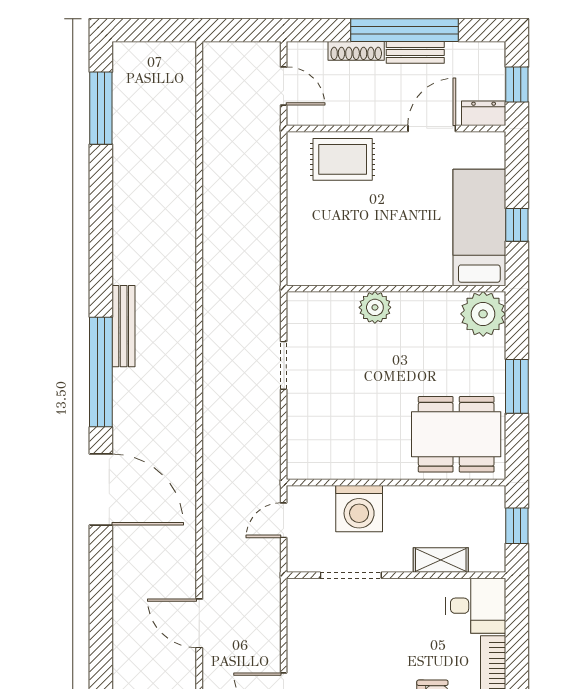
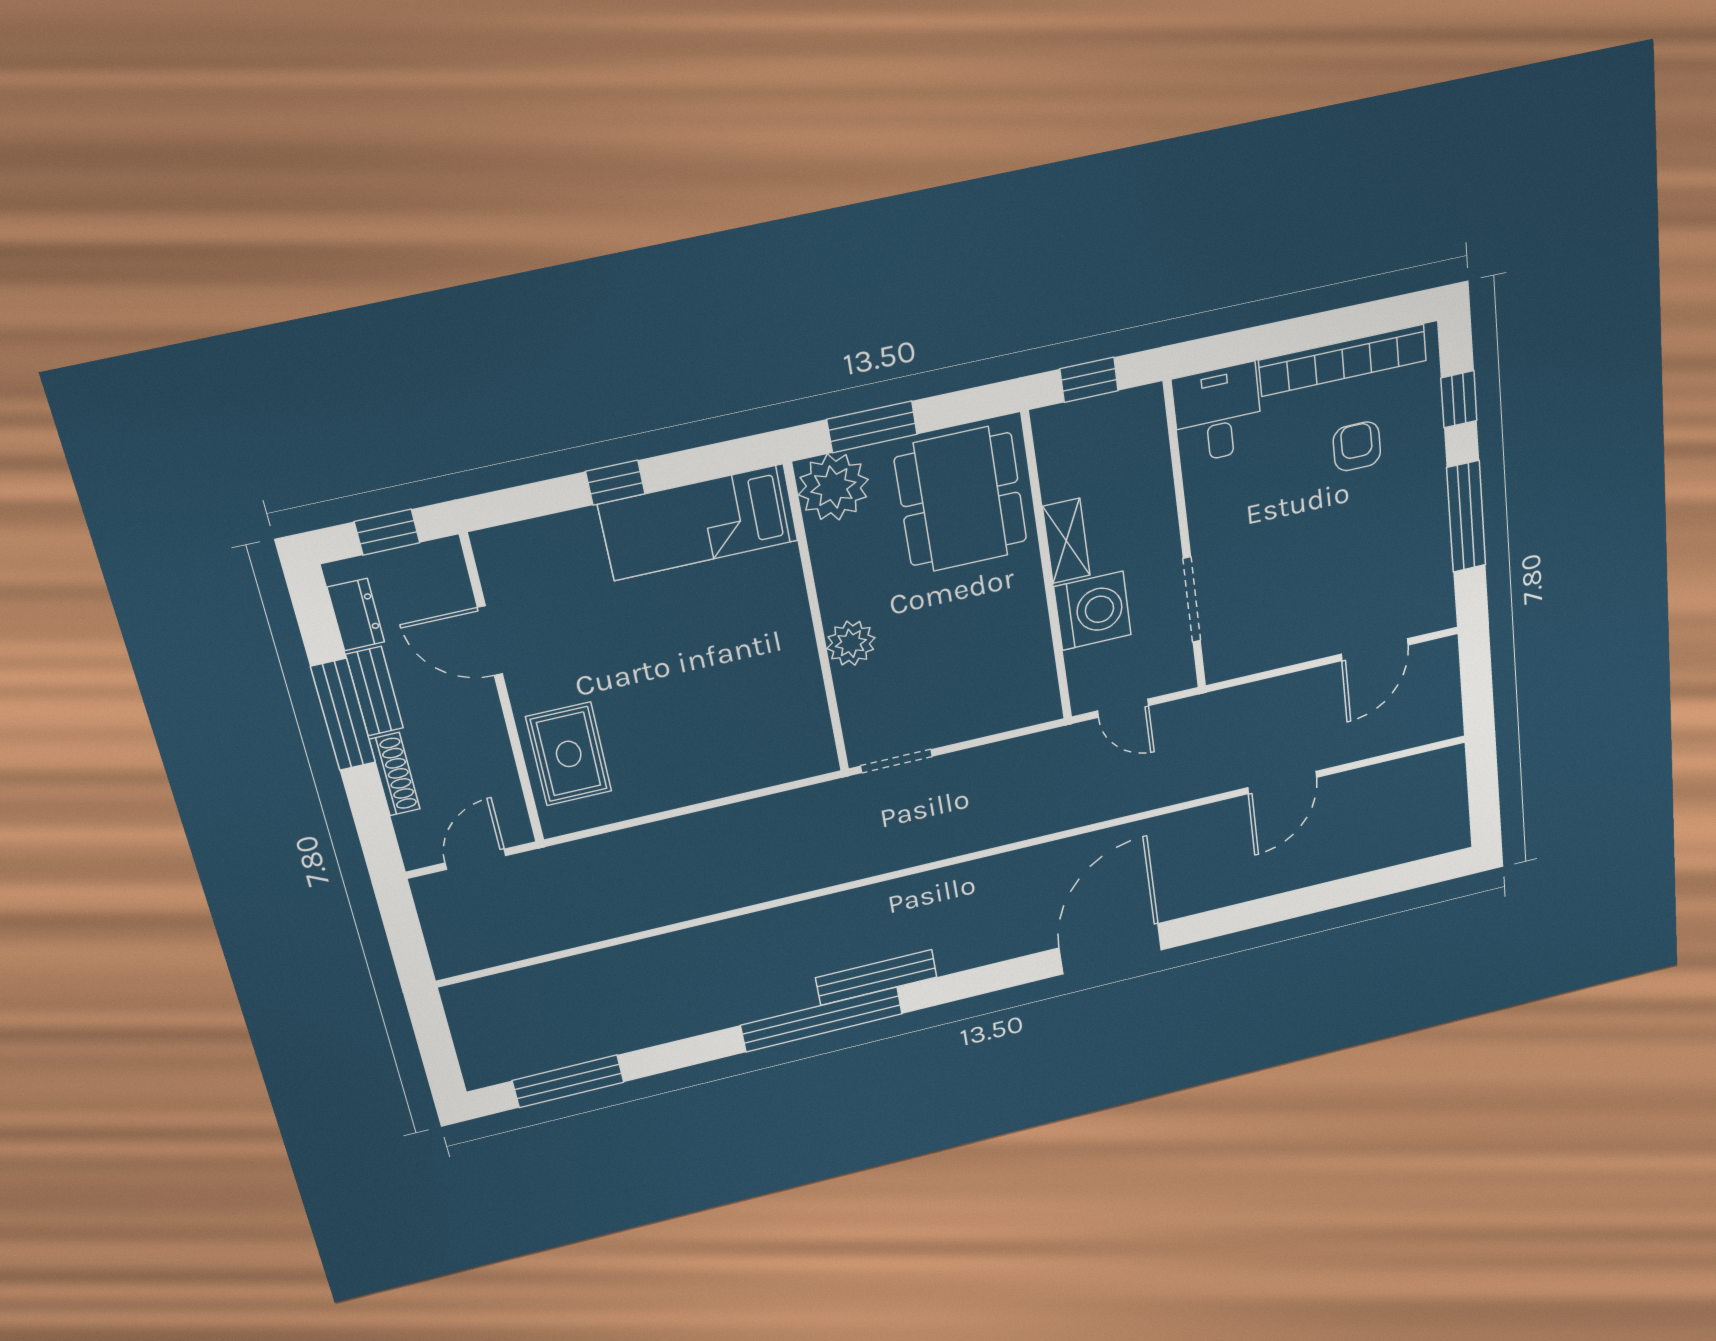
window: (404, 30) -> (343, 715), width x0.68
dresser: (484, 113) -> (356, 615), moved, turned 180
bed: (479, 227) -> (698, 522), moved
wall: (396, 289) -> (817, 620), moved
plant: (375, 307) -> (851, 643), moved
plant: (483, 314) -> (833, 487), moved
window: (101, 372) -> (822, 1019), moved
shelving: (441, 560) -> (1066, 541), moved

